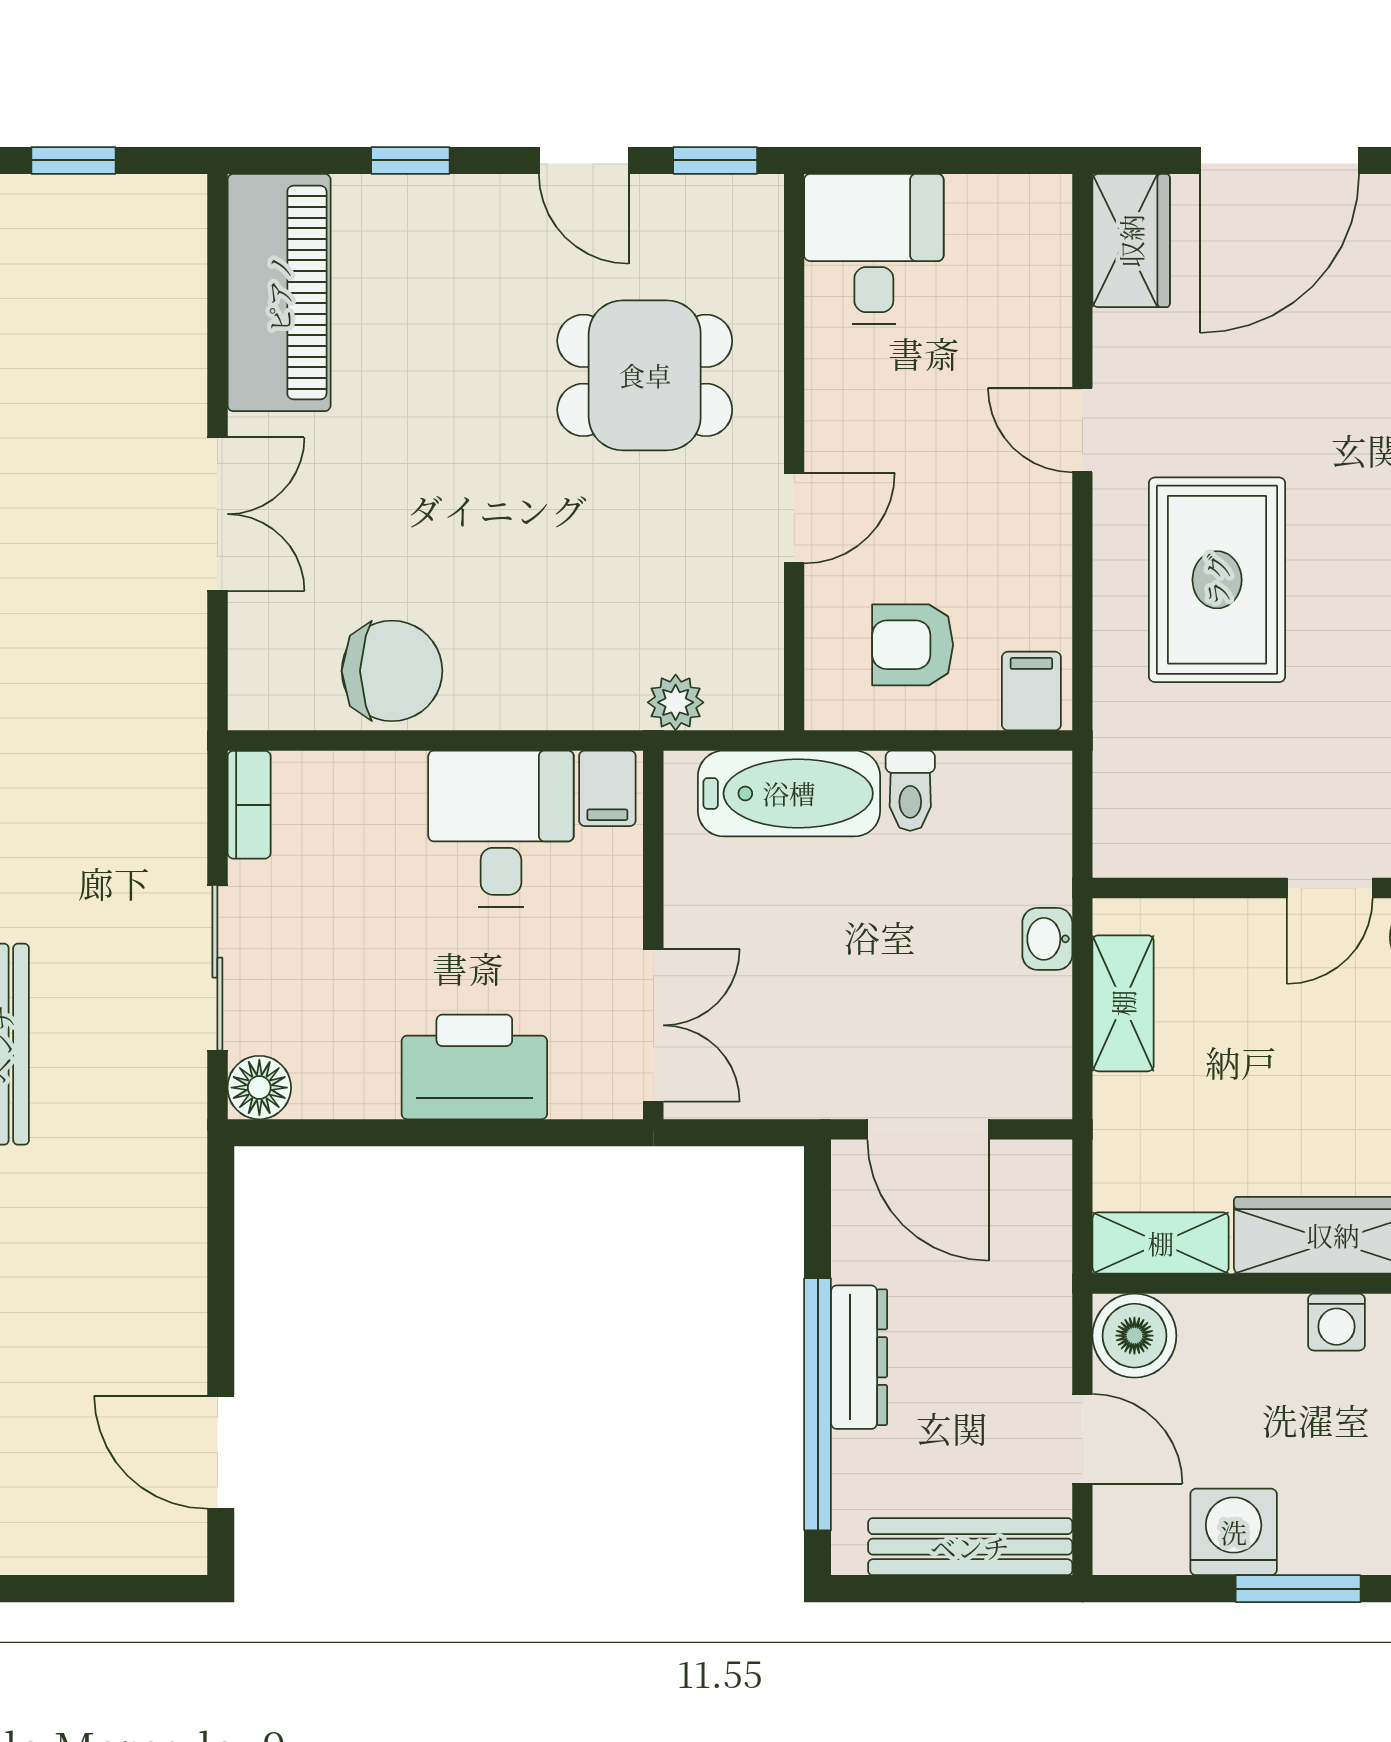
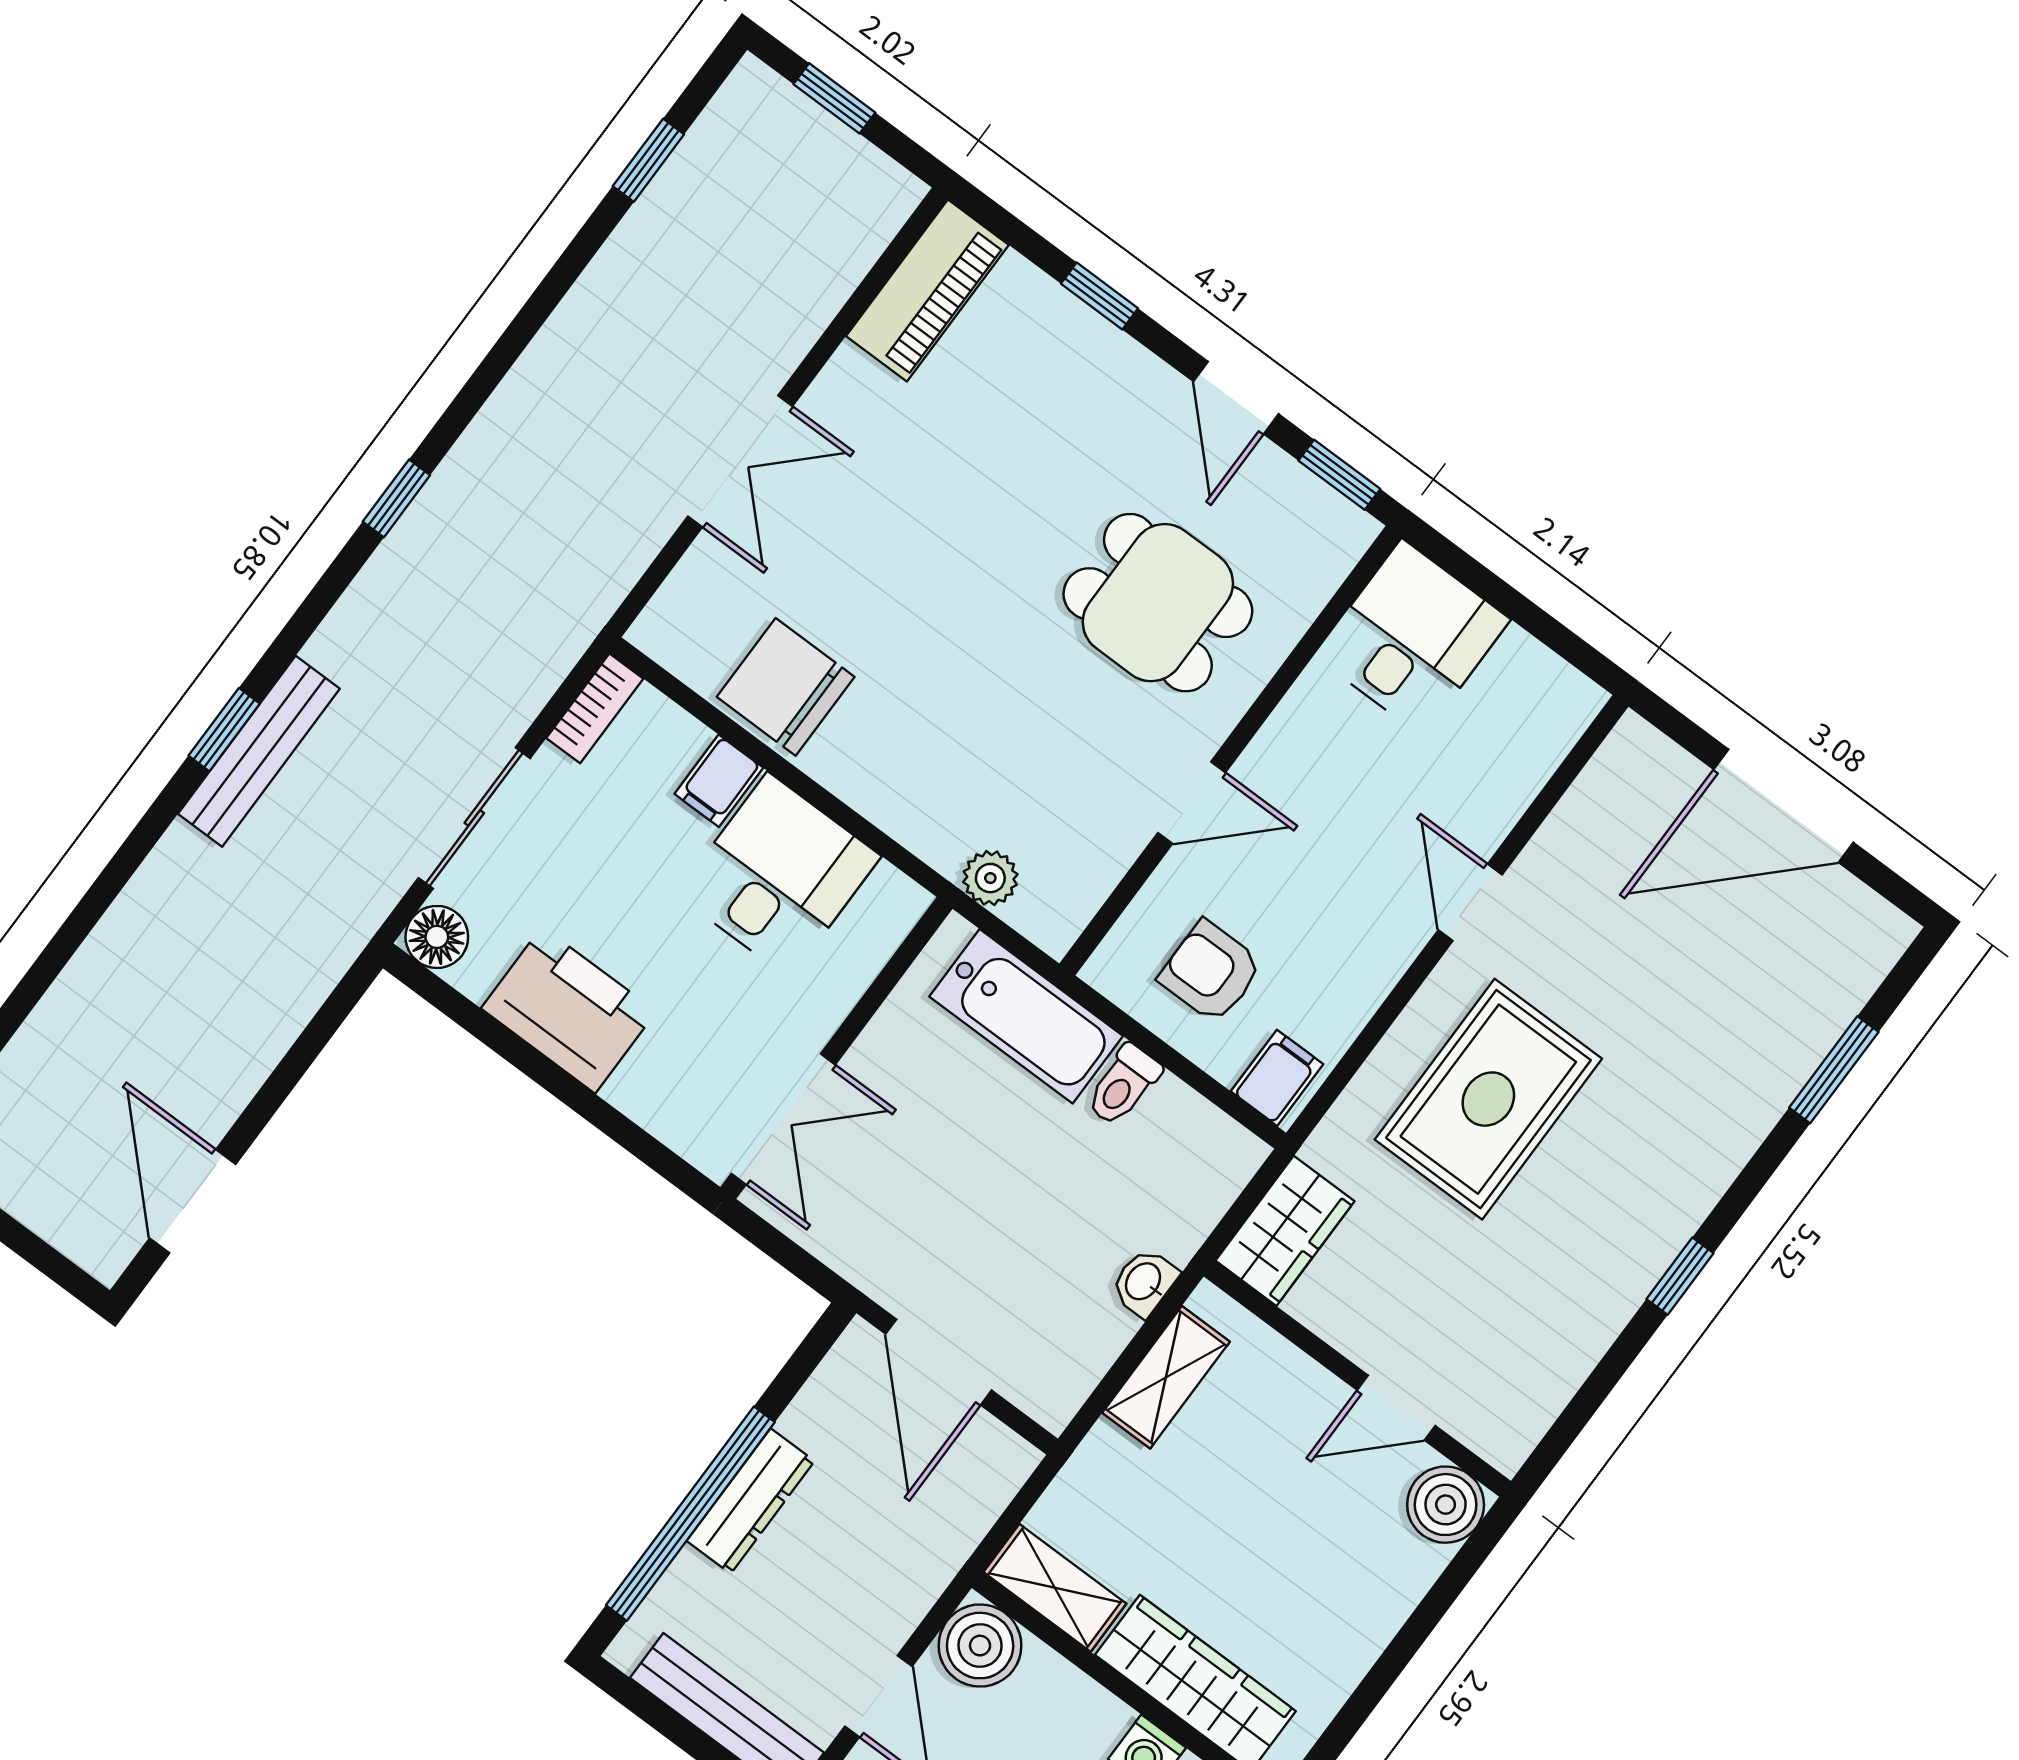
wardrobe: (1131, 241) -> (1285, 1231), moved
piano: (279, 293) -> (927, 290), width x0.73, depth x0.75
chair: (392, 671) -> (786, 687), turned 180
filing cabinet: (607, 788) -> (719, 781), moved
printer: (474, 1067) -> (569, 1010), moved

